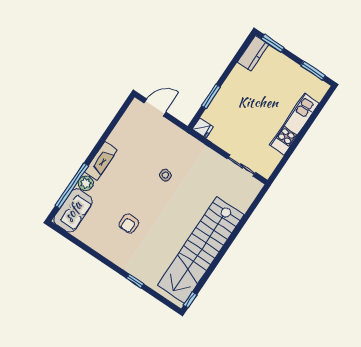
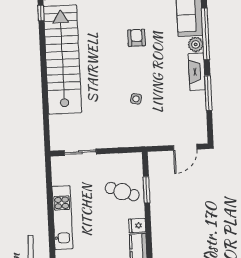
cafe table: (231, 109) -> (122, 192), added
fridge: (203, 128) -> (137, 226), moved
window: (104, 137) -> (208, 93), added

